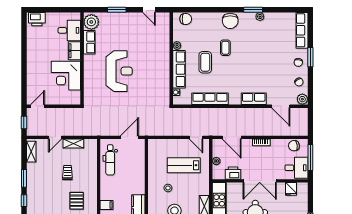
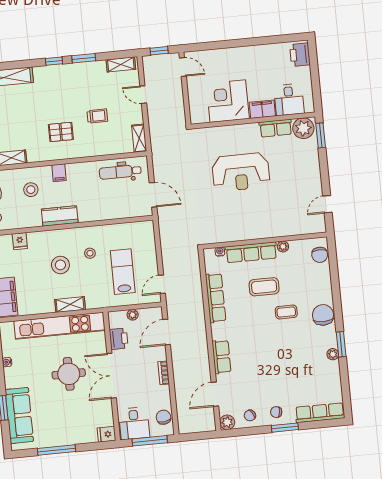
window: (117, 10) -> (321, 135), moved
chair: (230, 21) -> (323, 315), turned 90
shelving: (73, 143) -> (139, 138), moved
fridge: (291, 189) -> (106, 434), moved

